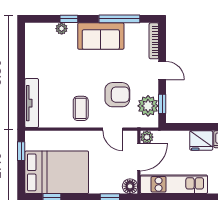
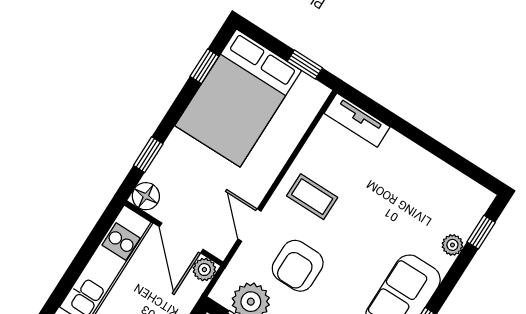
window: (69, 19) -> (481, 232), moved
tv unit: (32, 103) -> (357, 120), width x0.71
door: (113, 129) -> (249, 225), hinge flipped

